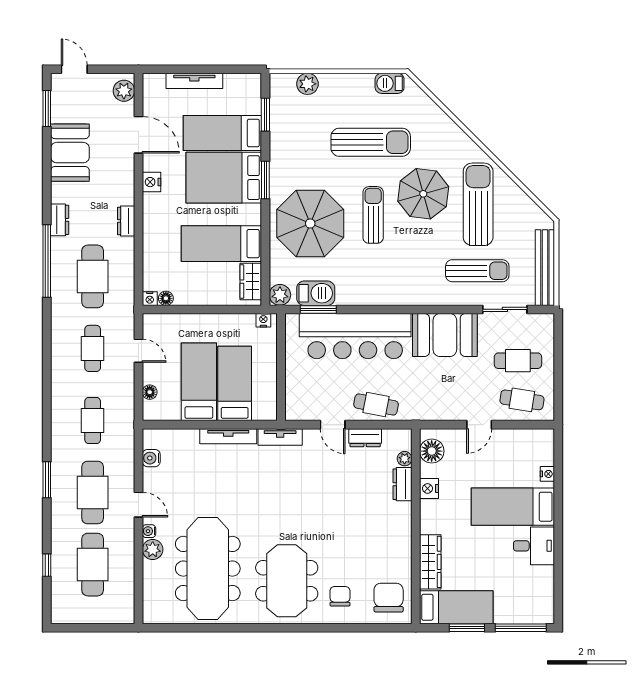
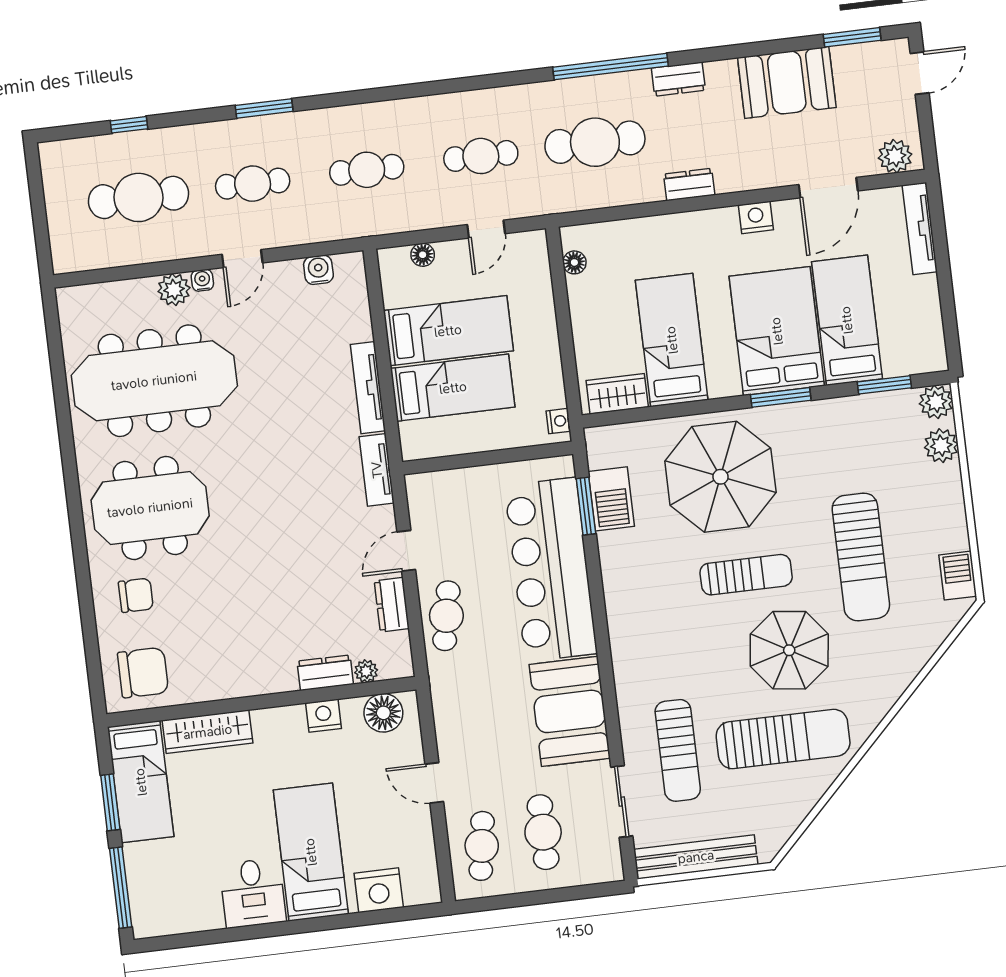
tv unit: (194, 81) -> (920, 228), moved
plant: (280, 295) -> (936, 402), moved
nightstand: (150, 299) -> (571, 237), removed
nightstand: (547, 474) -> (379, 890), width x1.89, depth x1.79
cafe table: (93, 493) -> (253, 184), width x0.73, depth x0.74

